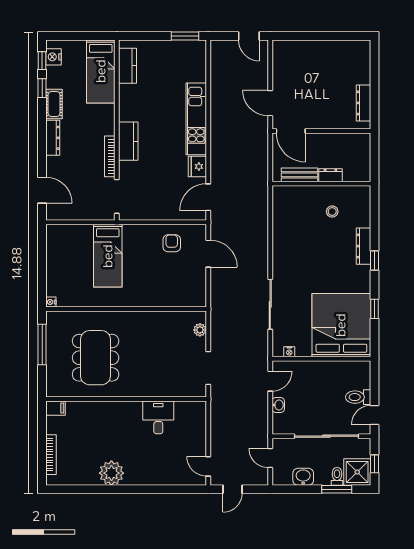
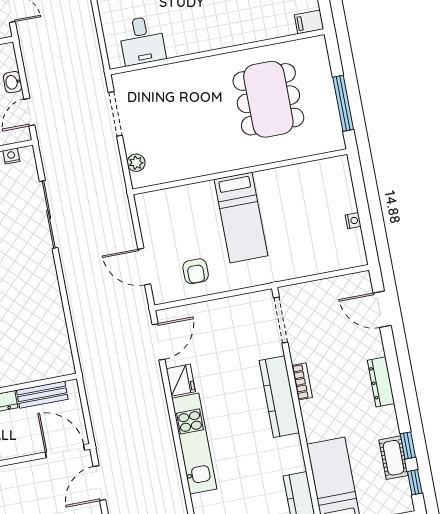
nightstand: (53, 57) -> (400, 490), removed
door: (270, 103) -> (99, 483), swing flipped
cot: (54, 104) -> (394, 458), moved
kitchen counter: (128, 141) -> (279, 397), width x1.50
bookcase: (110, 156) -> (302, 381), width x0.64
bed: (108, 256) -> (241, 218), moved, turned 180
nightstand: (51, 302) -> (353, 221), moved
desk: (158, 417) -> (142, 41), moved

